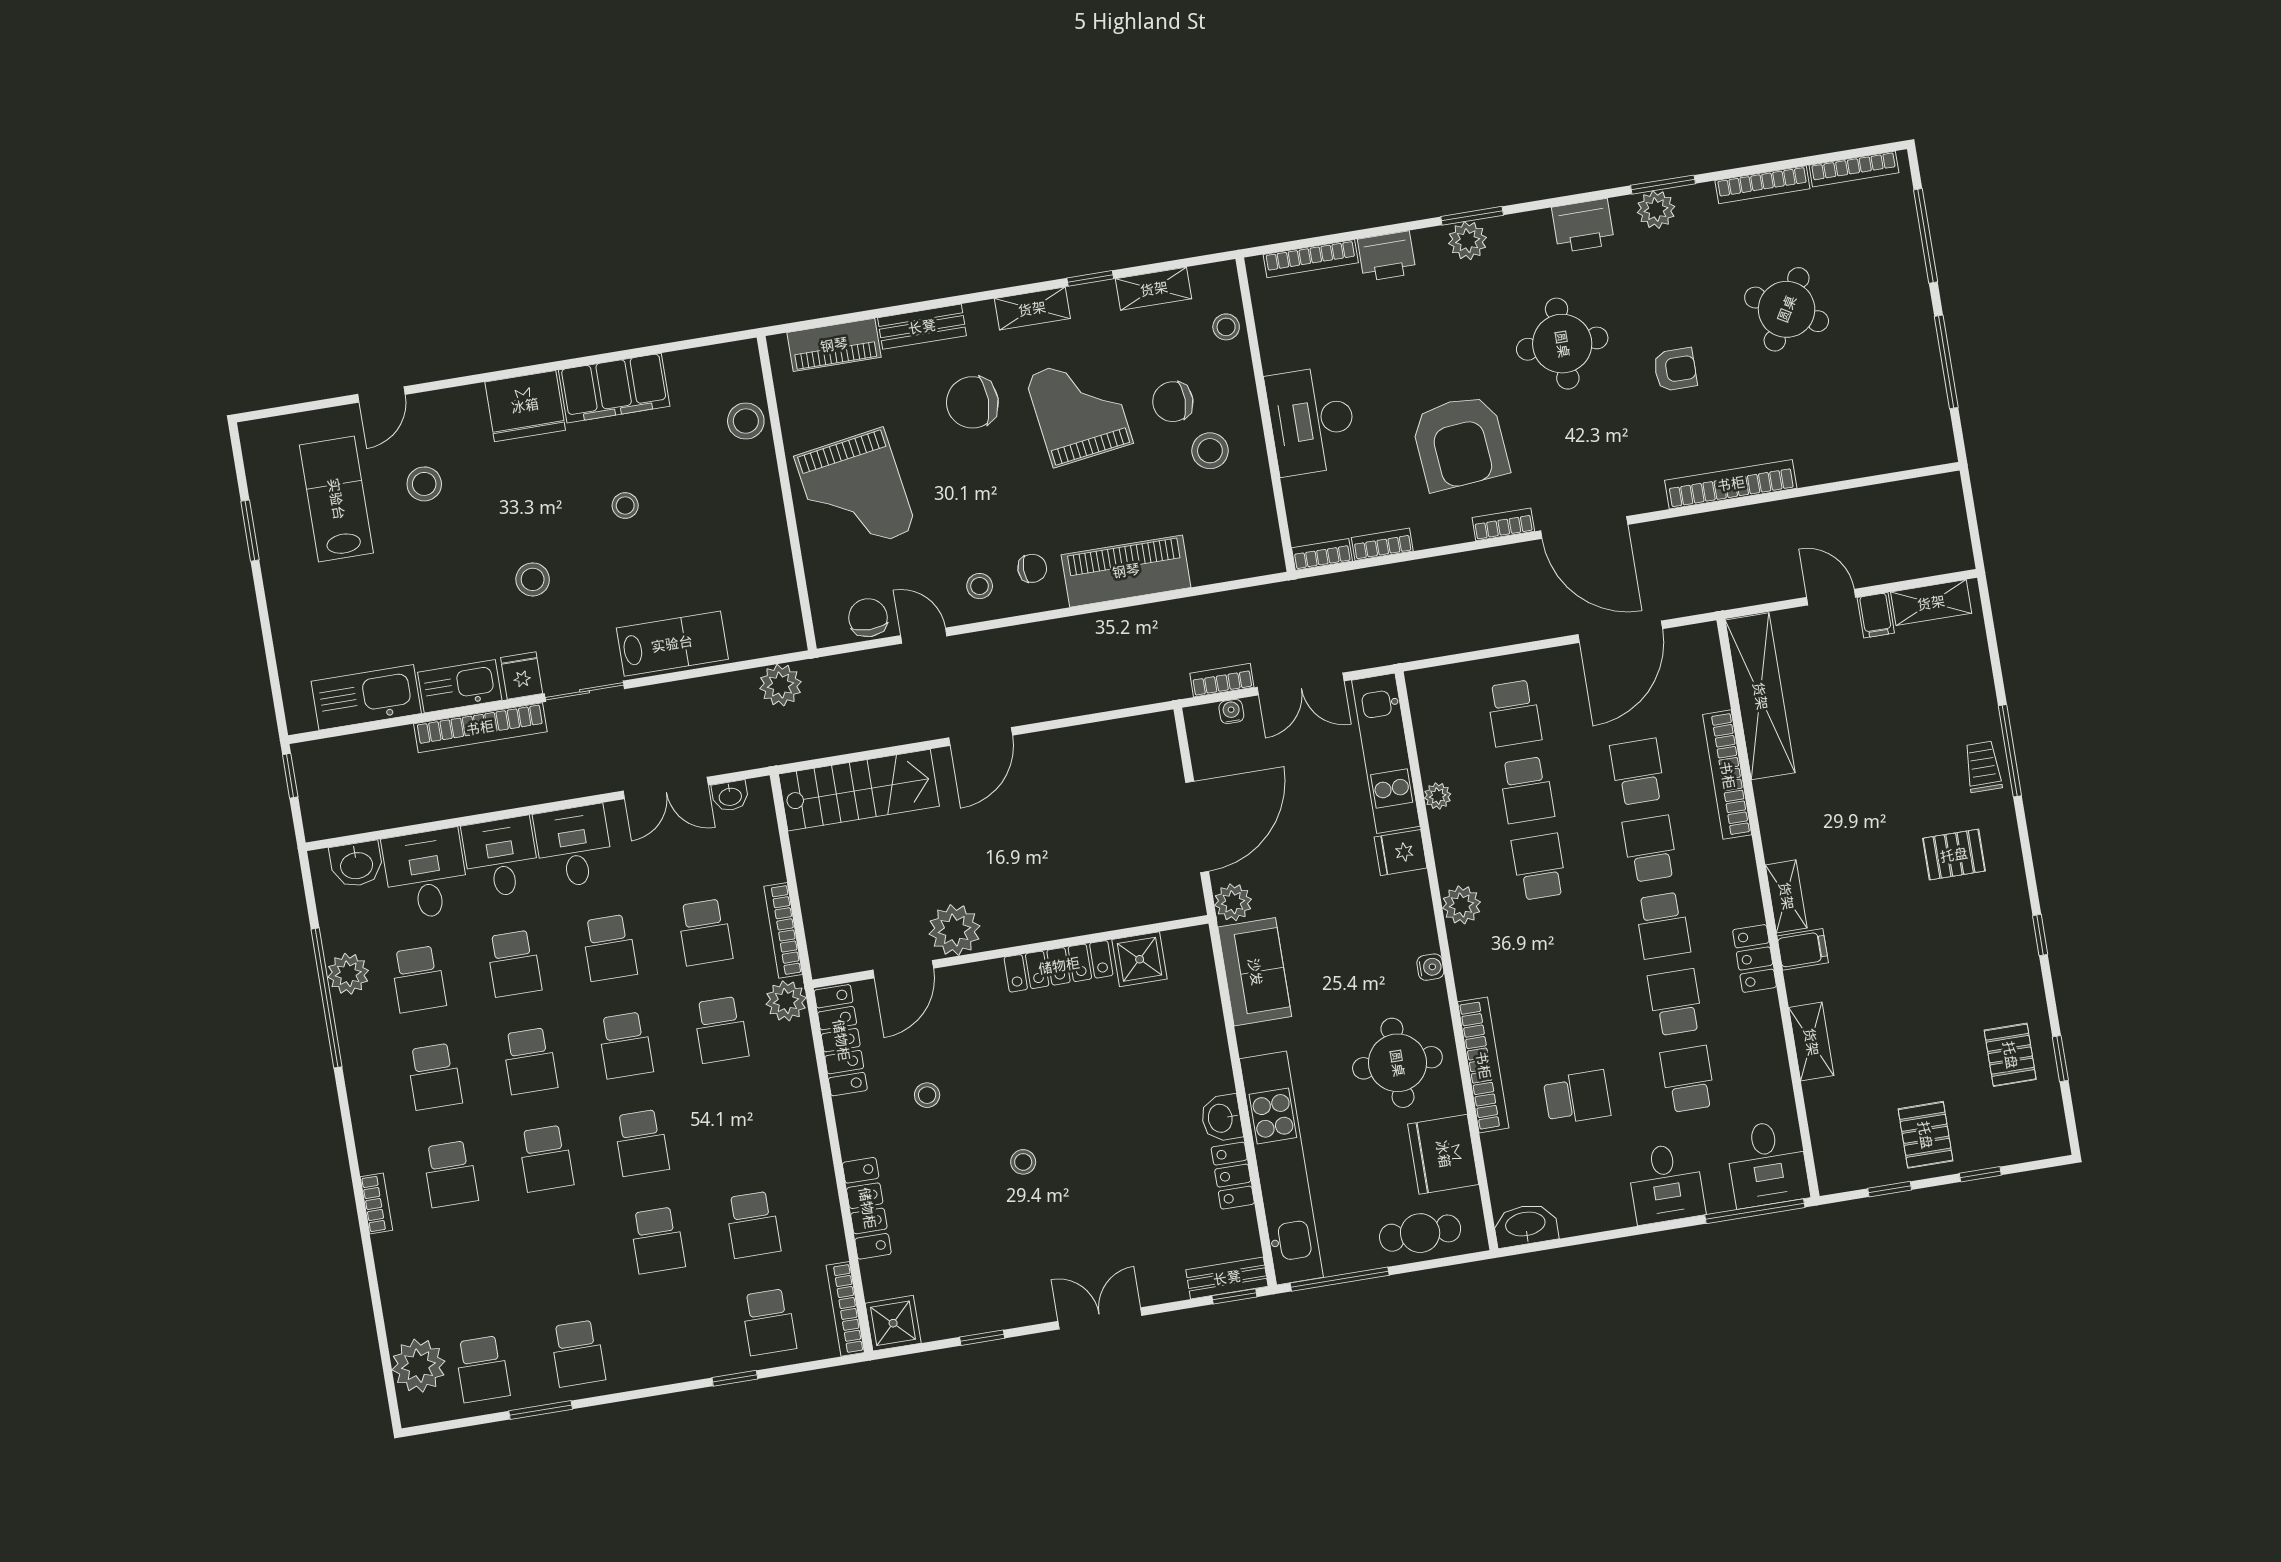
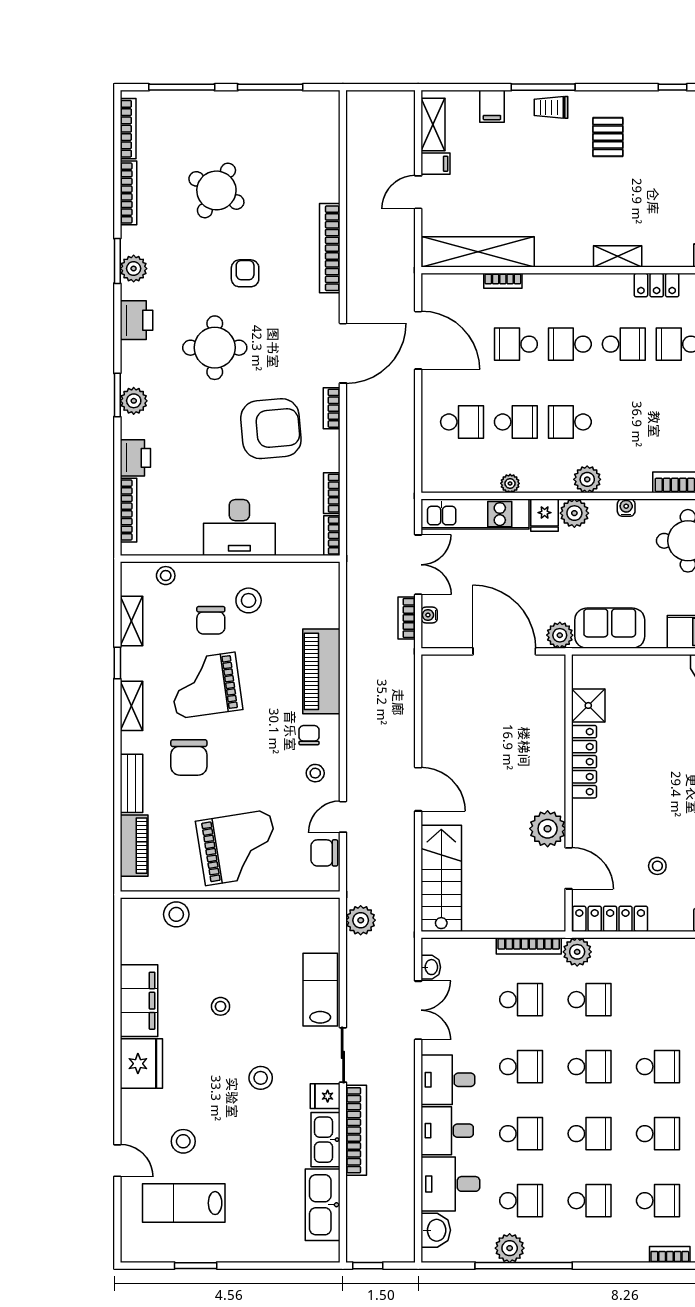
bookcase: (1727, 775) -> (503, 281), width x0.43, depth x0.76
plant: (1410, 895) -> (574, 513), added
filing cabinet: (1803, 949) -> (492, 106), moved, turned 180

